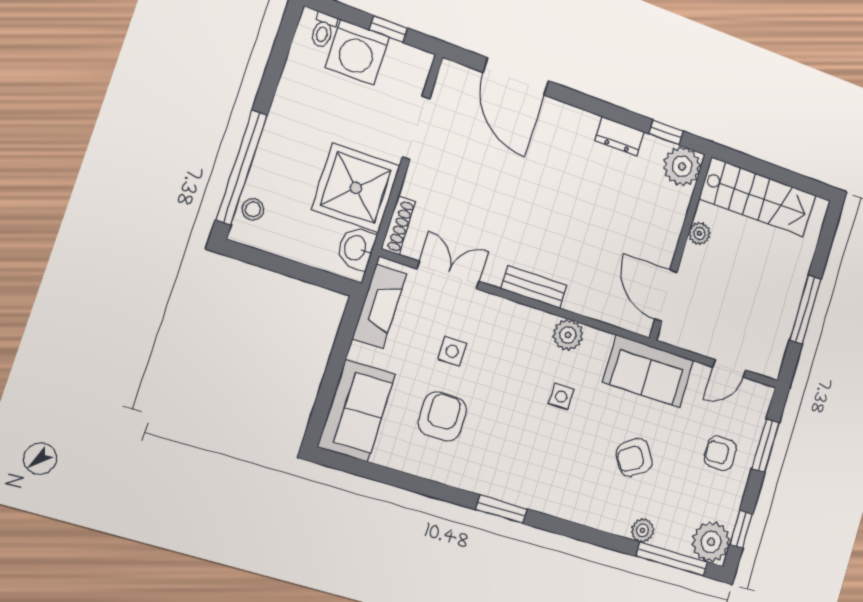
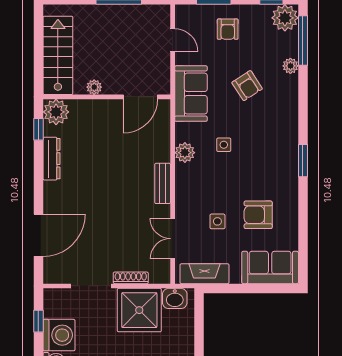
dresser: (620, 136) -> (52, 159), width x1.44
shoe rack: (398, 225) -> (131, 278), moved

